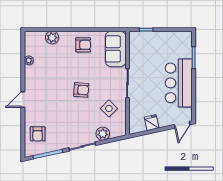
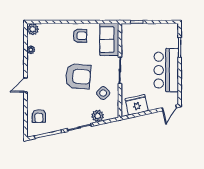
plant: (52, 38) -> (33, 29), moved
armchair: (81, 90) -> (78, 76), width x1.88, depth x1.88
fridge: (152, 123) -> (137, 105), width x1.88, depth x1.34

